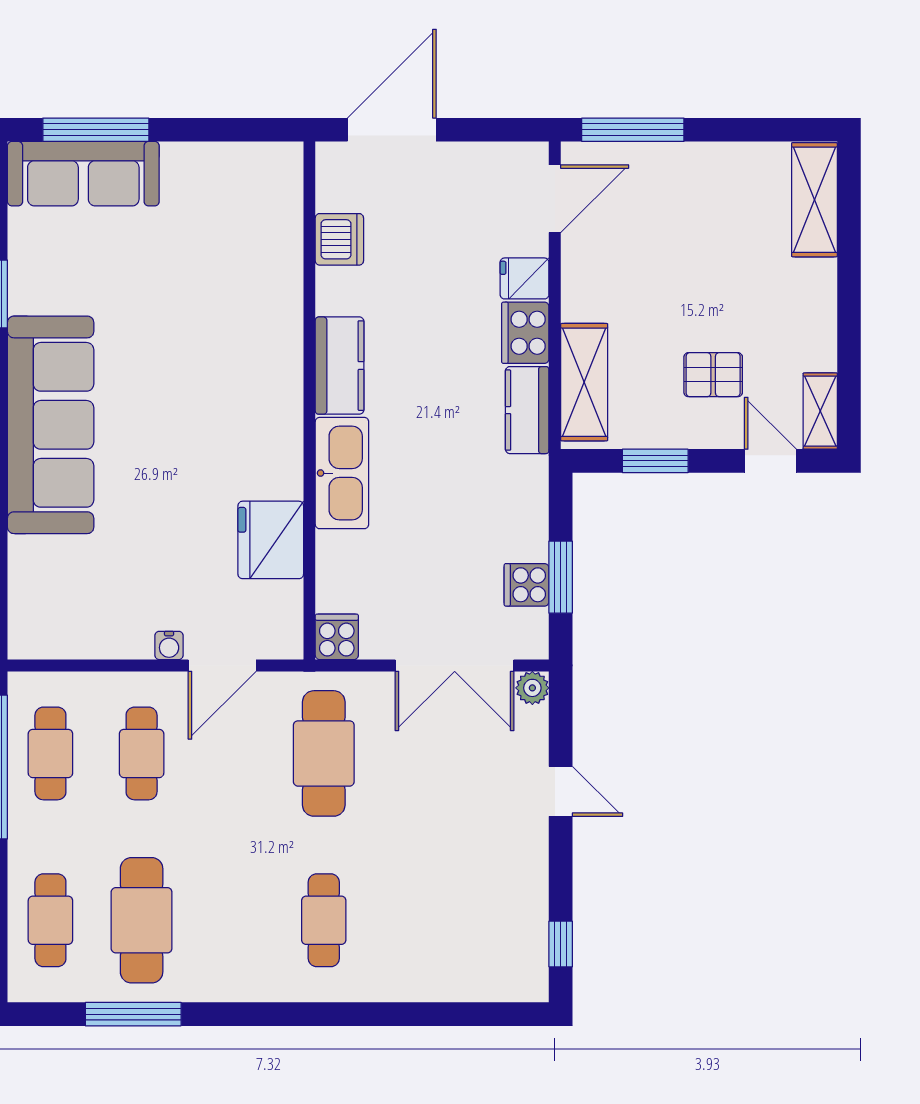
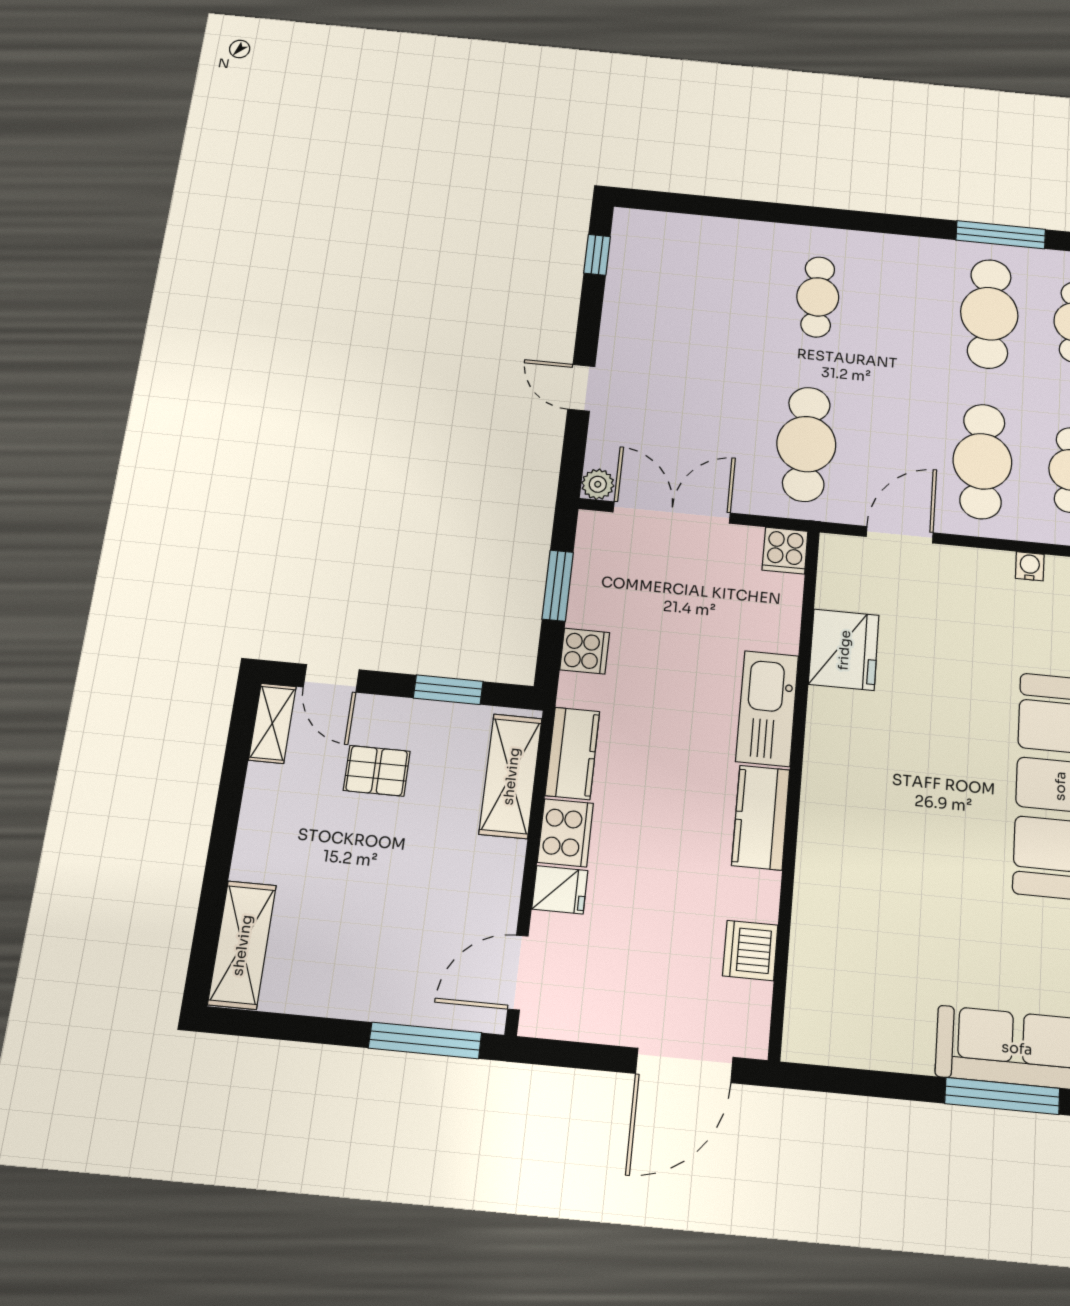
cooker: (527, 585) -> (585, 651), moved
water cooler: (169, 645) -> (1030, 566), moved
cafe table: (142, 753) -> (982, 461), width x1.37, depth x1.35

